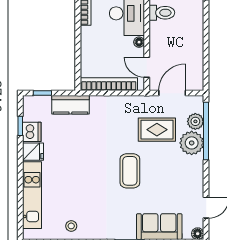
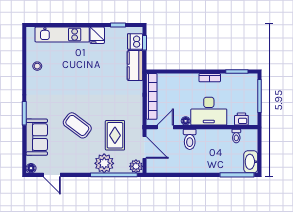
toilet: (162, 13) -> (190, 139), moved
plant: (195, 121) -> (136, 166), moved
dishwasher: (32, 132) -> (135, 41), moved, turned 90
coffee table: (130, 171) -> (77, 125), moved, turned 37

